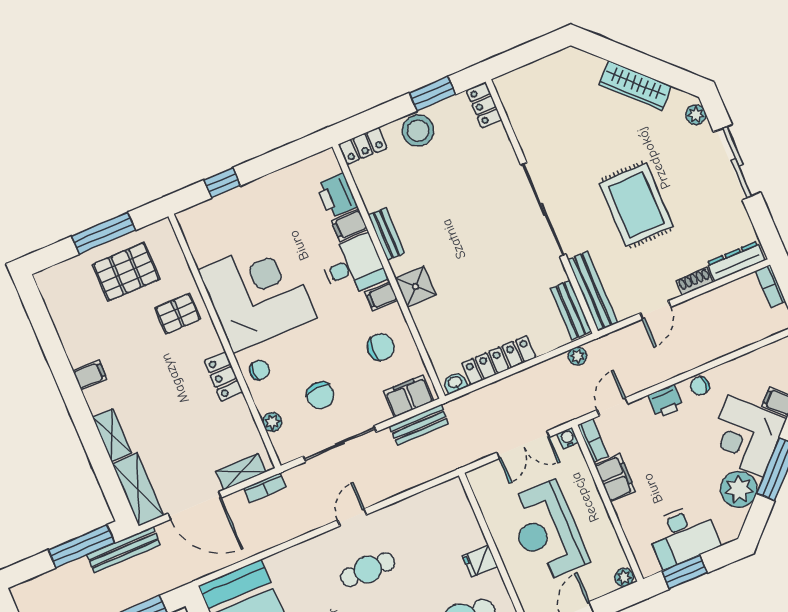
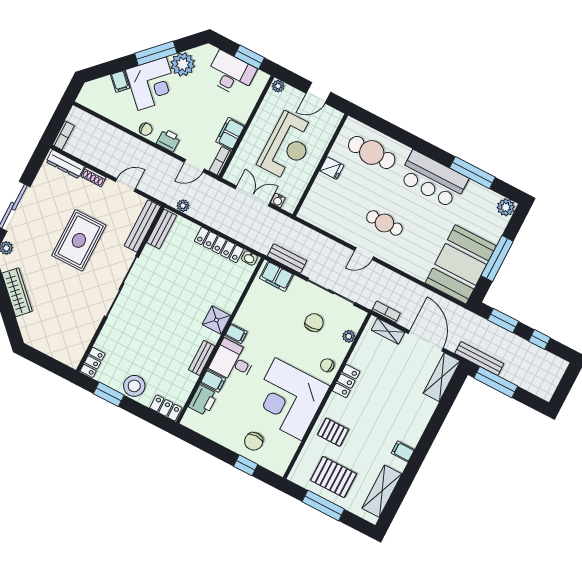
chair: (381, 347) -> (254, 441), moved, turned -90
shelving: (112, 435) -> (382, 491), moved, width x1.50, depth x1.33
water cooler: (568, 438) -> (278, 200), moved

